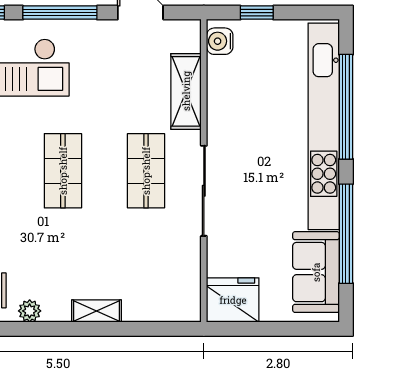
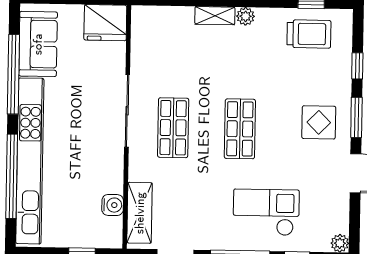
water cooler: (220, 41) -> (113, 205), moved
shelving: (186, 91) -> (140, 213), moved
plant: (30, 311) -> (246, 16), moved

